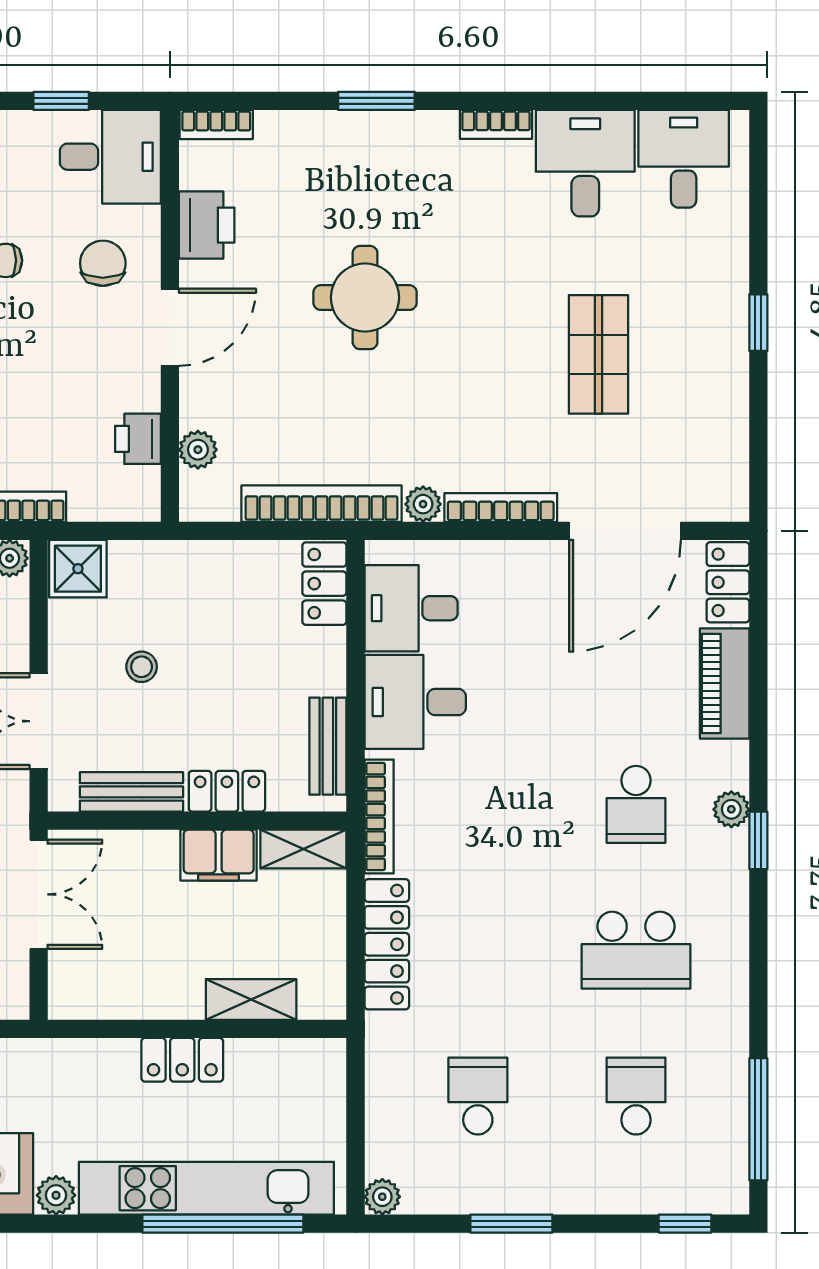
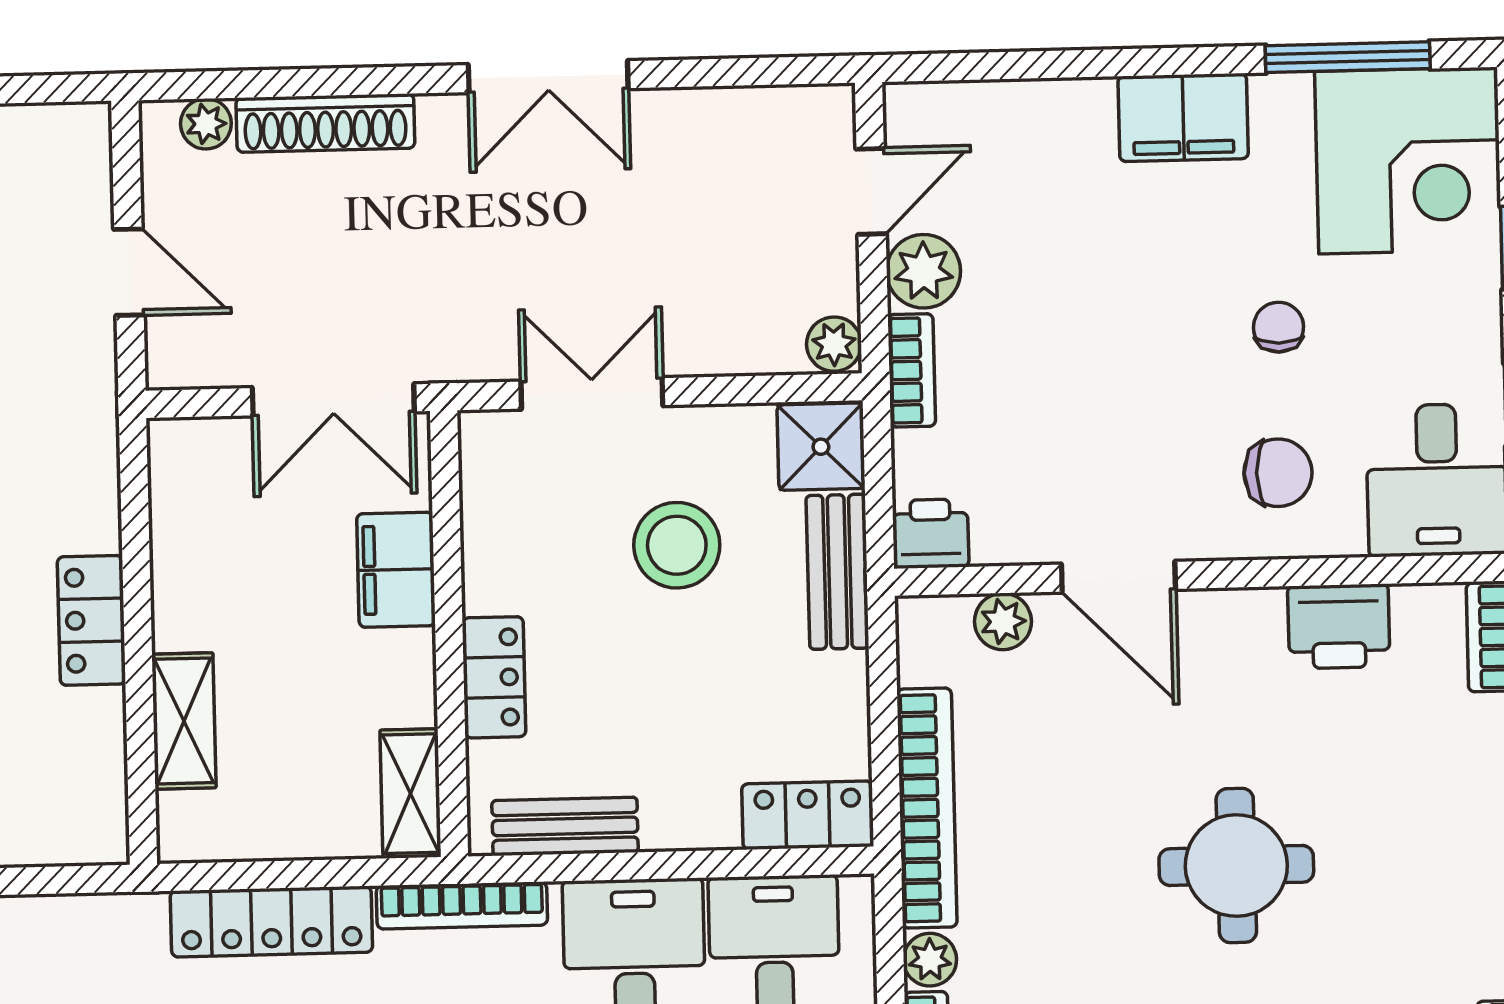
door: (170, 327) -> (1118, 577), moved
printer: (138, 439) -> (931, 534), moved
stool: (142, 667) -> (677, 545), width x1.89, depth x1.89
bench: (131, 792) -> (837, 572), moved
filing cabinet: (219, 855) -> (396, 570), moved

